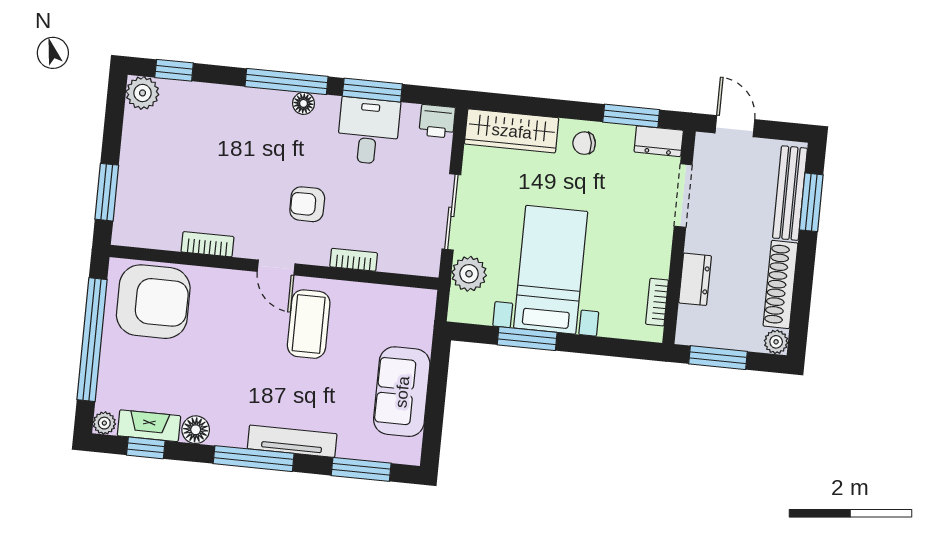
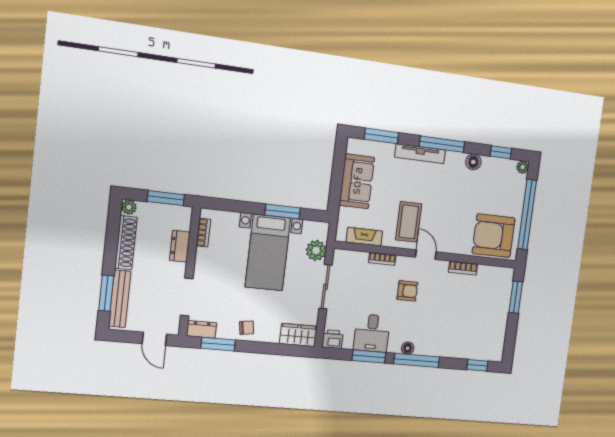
plant: (142, 93) -> (495, 352), removed
wardrobe: (512, 131) -> (298, 335), width x0.67
fireplace: (149, 426) -> (364, 237), moved, turned 180

